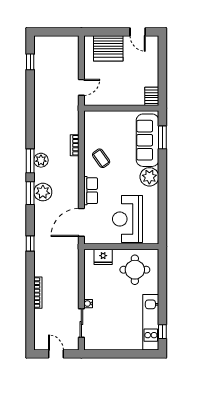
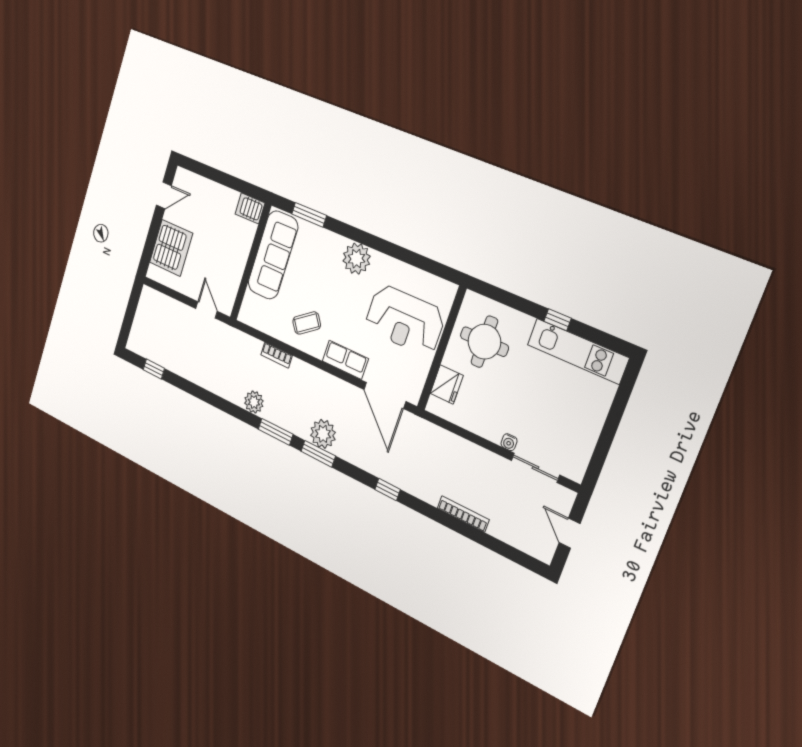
sofa: (148, 140) -> (273, 255), moved, turned -90
plant: (41, 160) -> (254, 402), moved
window: (162, 332) -> (558, 320), moved
door: (56, 354) -> (570, 533), hinge flipped

